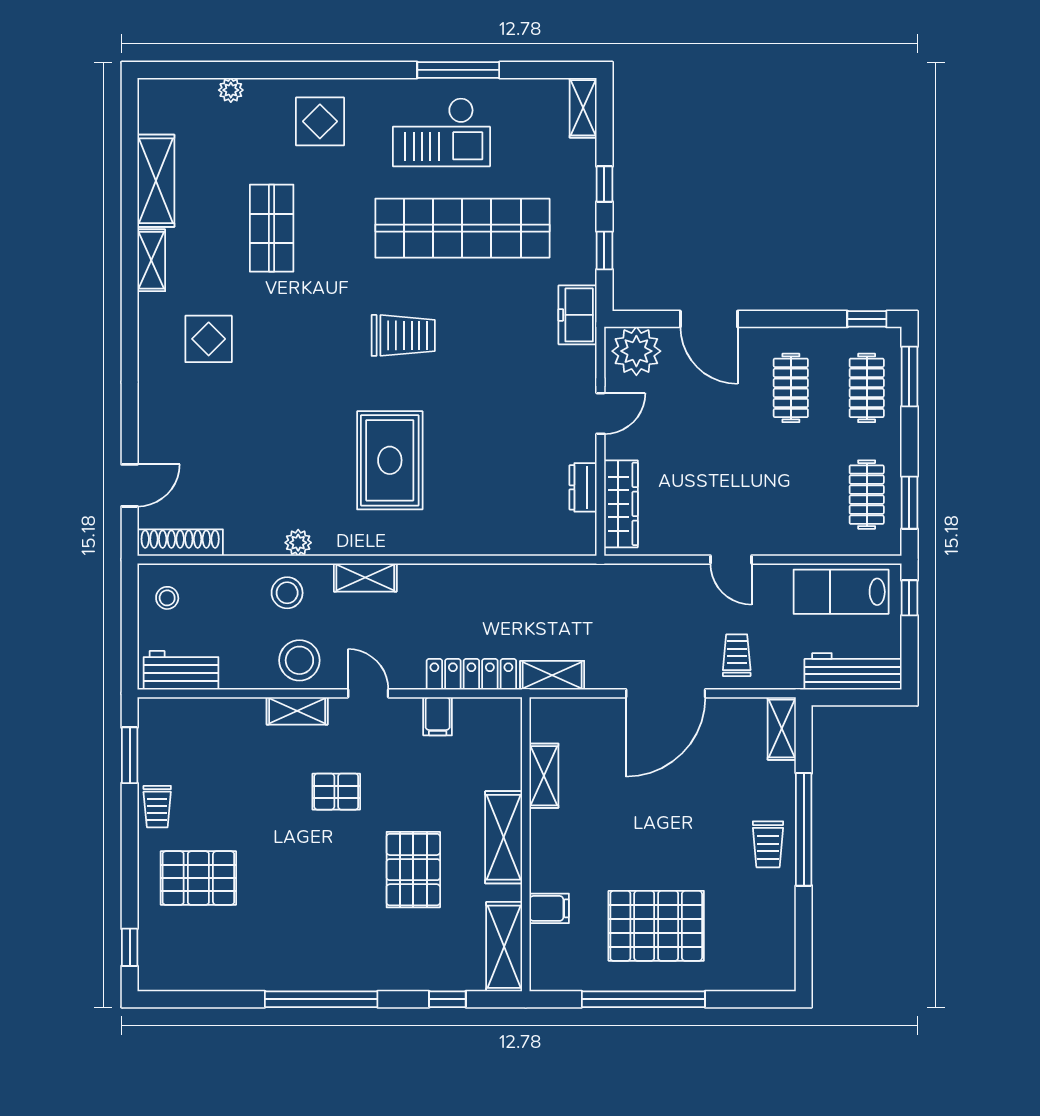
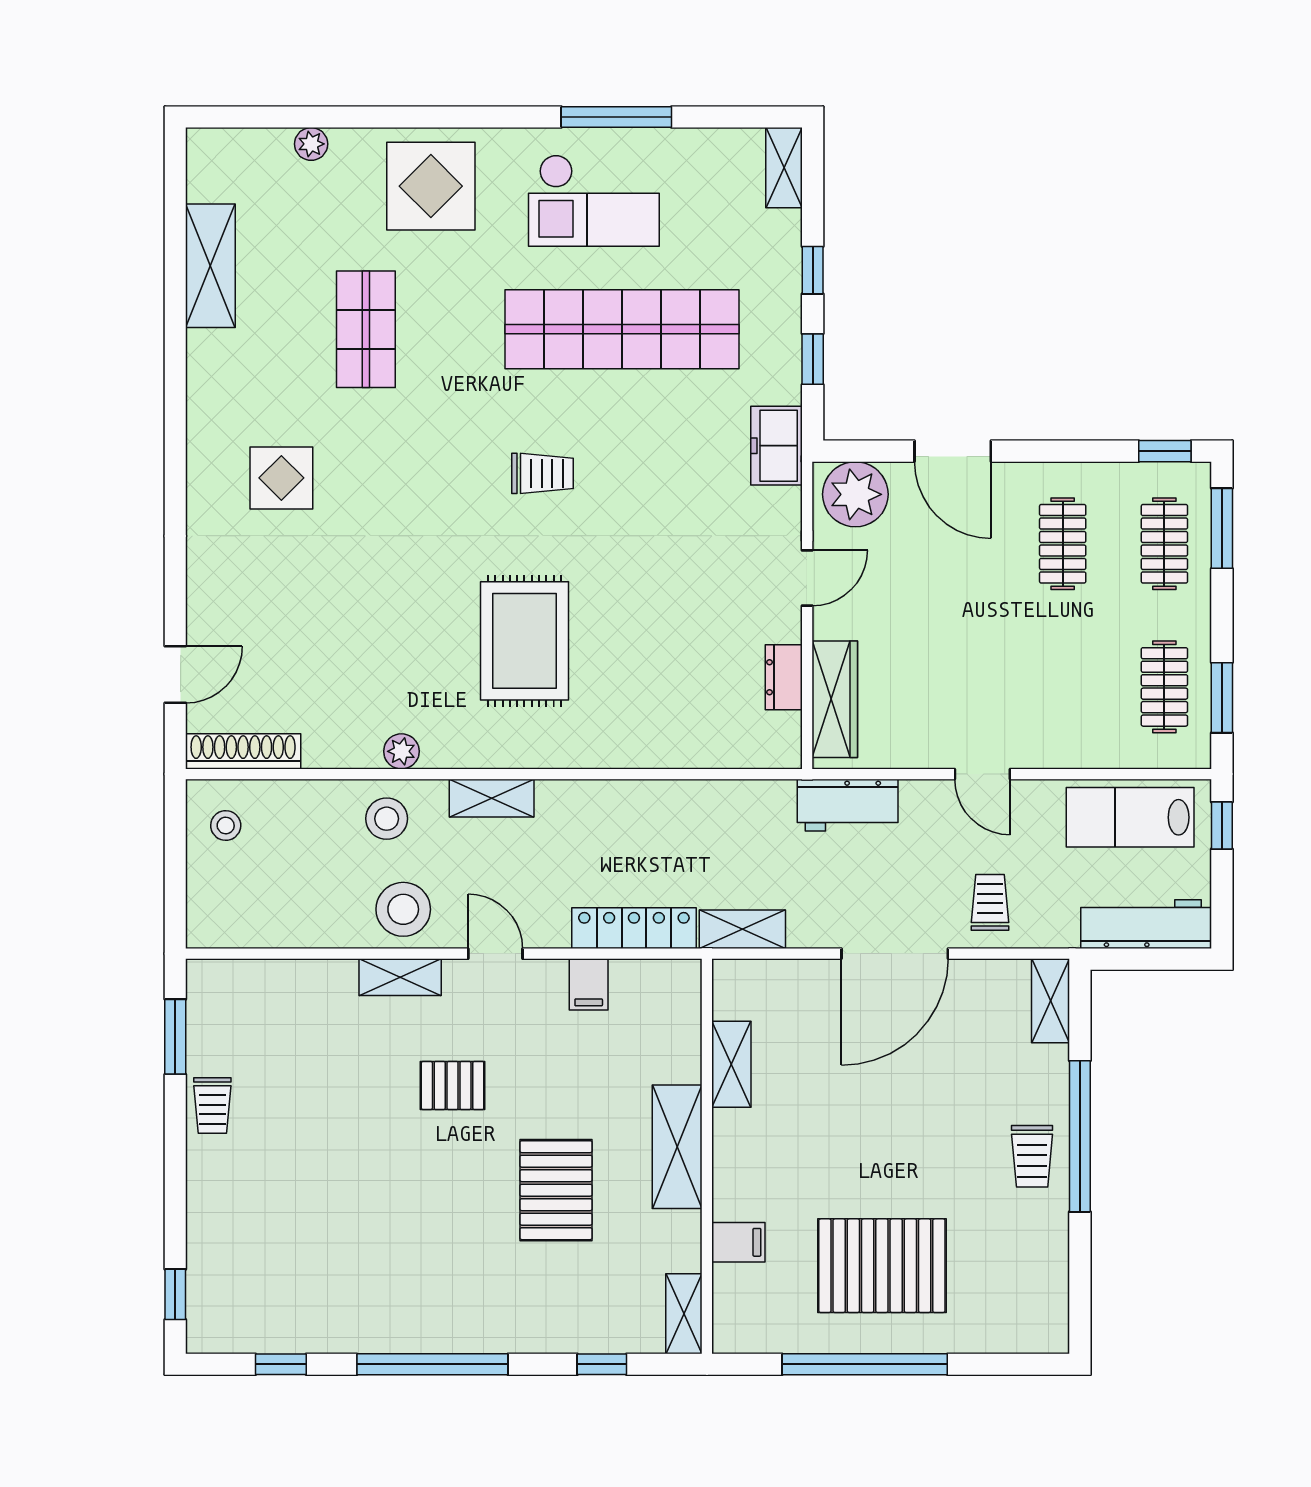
display table: (320, 121) -> (431, 186), width x1.36, depth x1.36
shelving: (151, 260) -> (204, 372), removed
trolley: (403, 335) -> (543, 473), width x0.73, depth x0.72
workbench: (181, 670) -> (848, 805), moved, turned 180
pallet: (198, 878) -> (268, 1201), removed
shelving: (504, 947) -> (684, 1314), width x0.67, depth x0.75
window: (208, 999) -> (281, 1364), added

